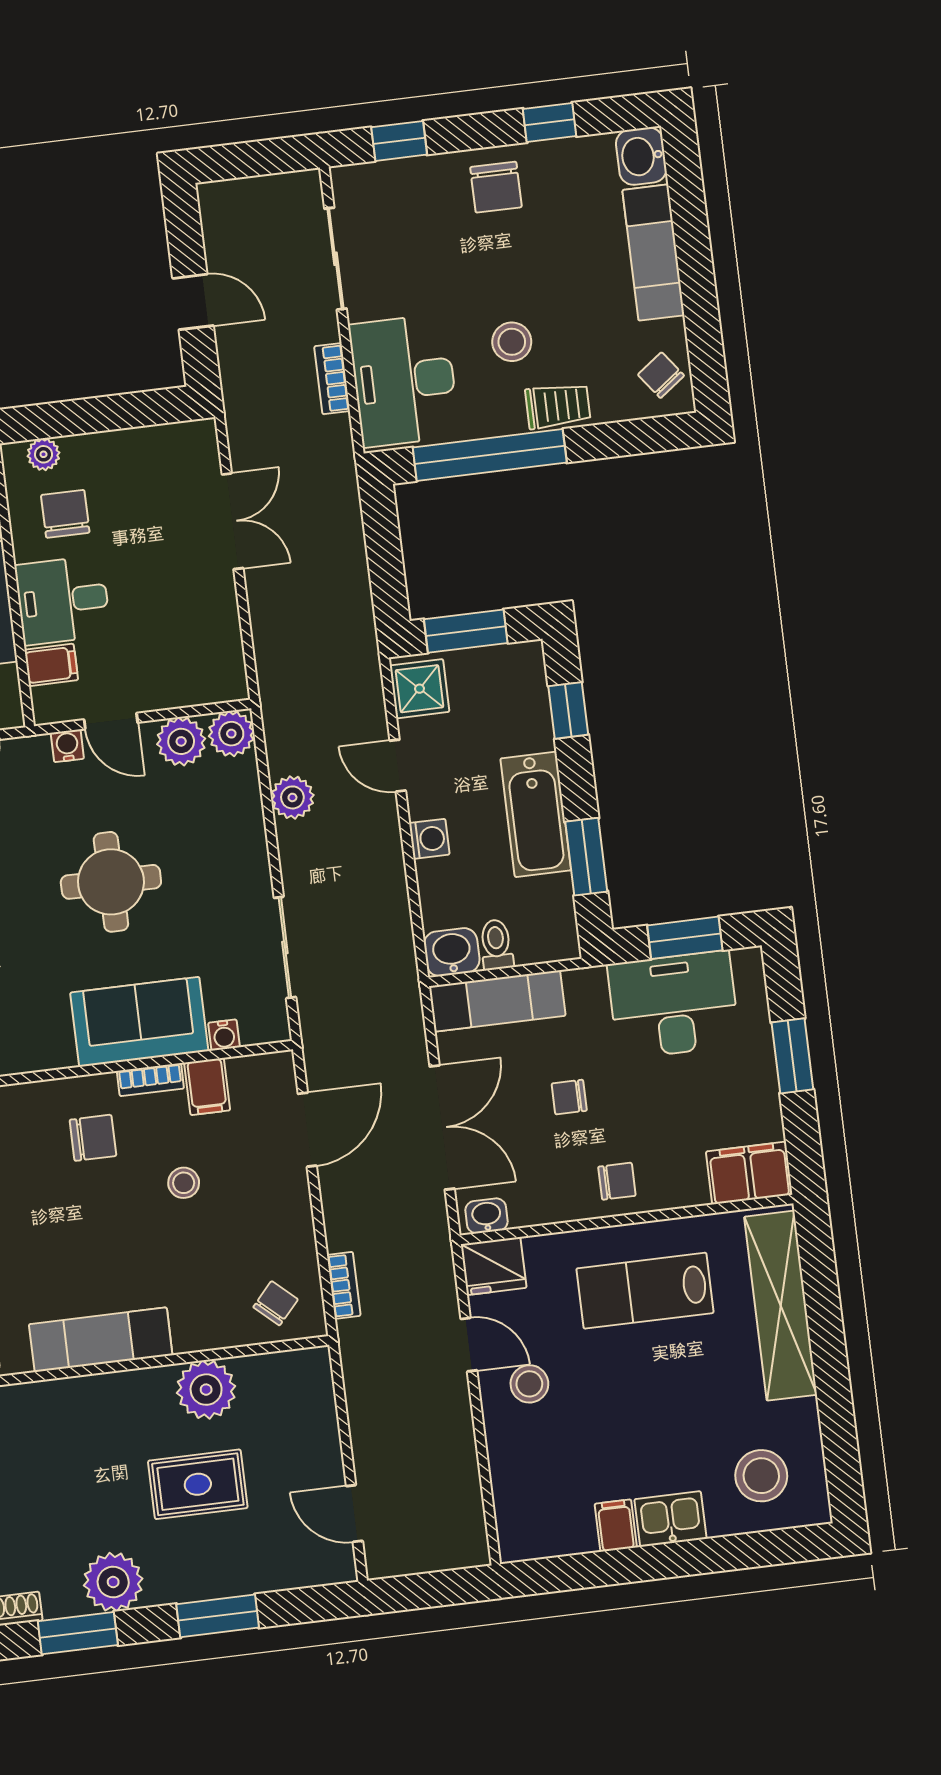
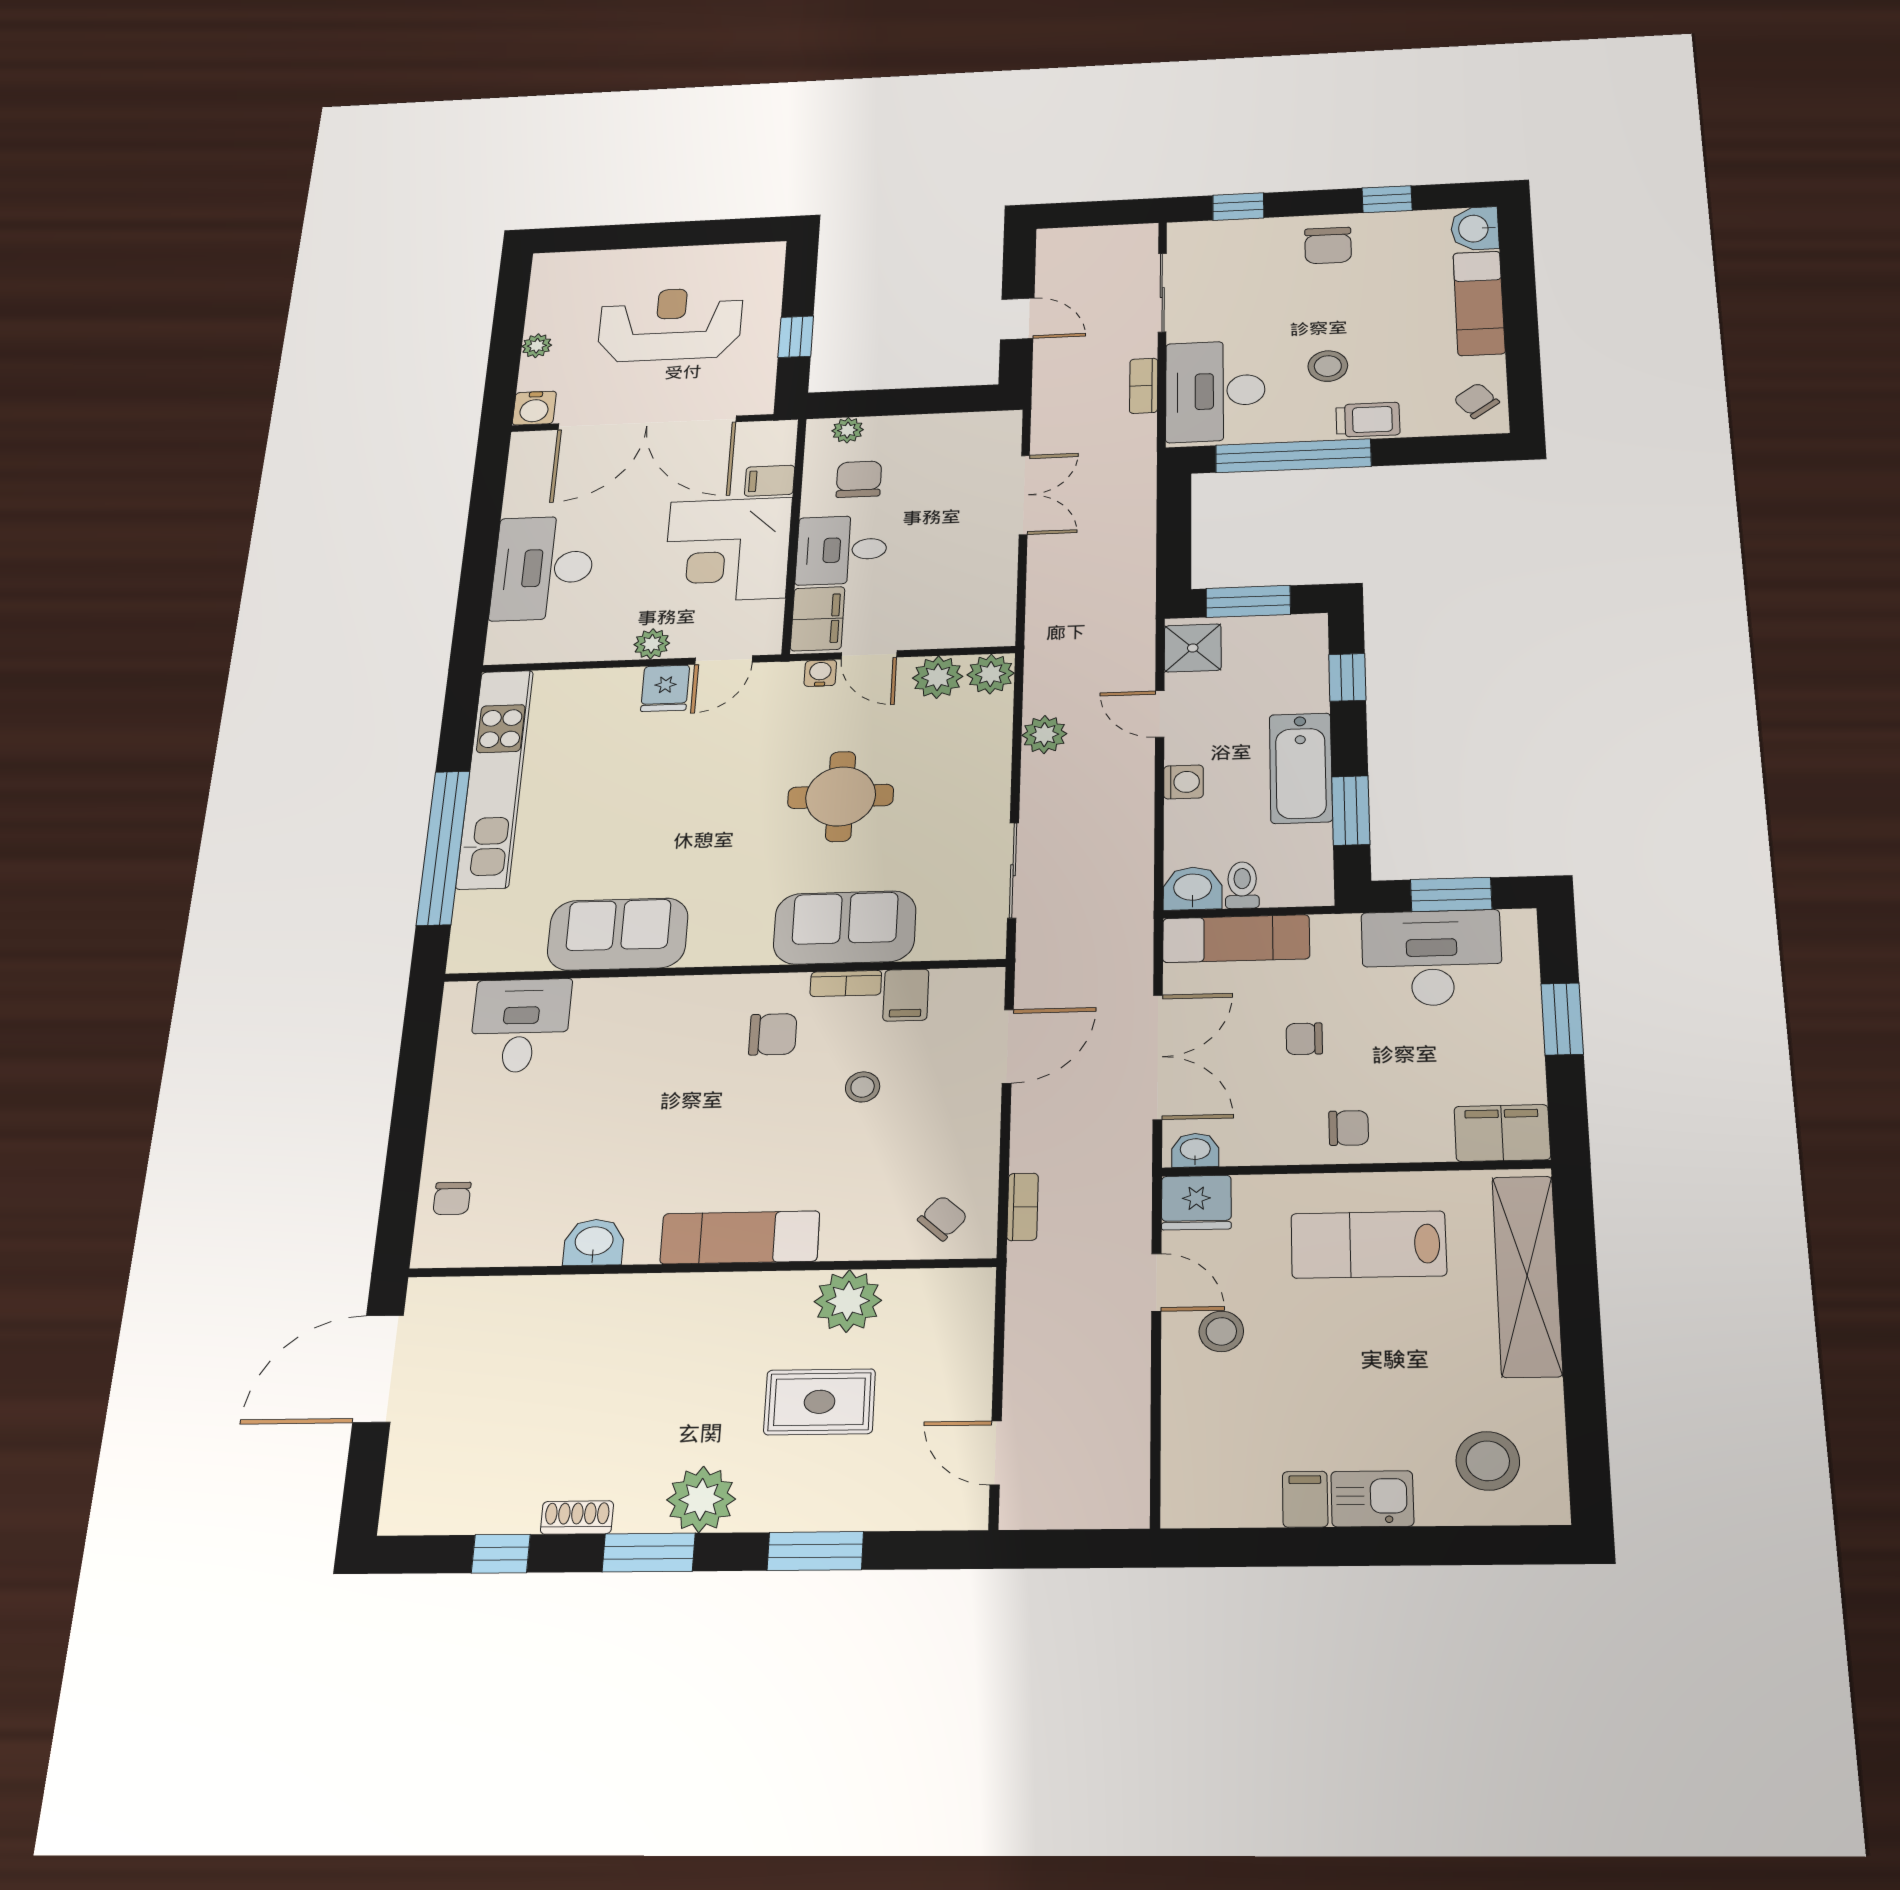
filing cabinet: (51, 665) -> (818, 619), width x2.00
water cooler: (224, 1035) -> (933, 947), removed

